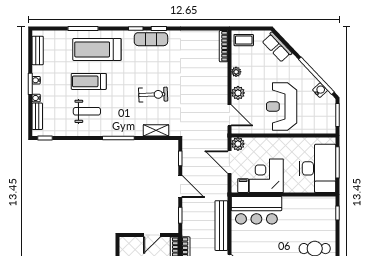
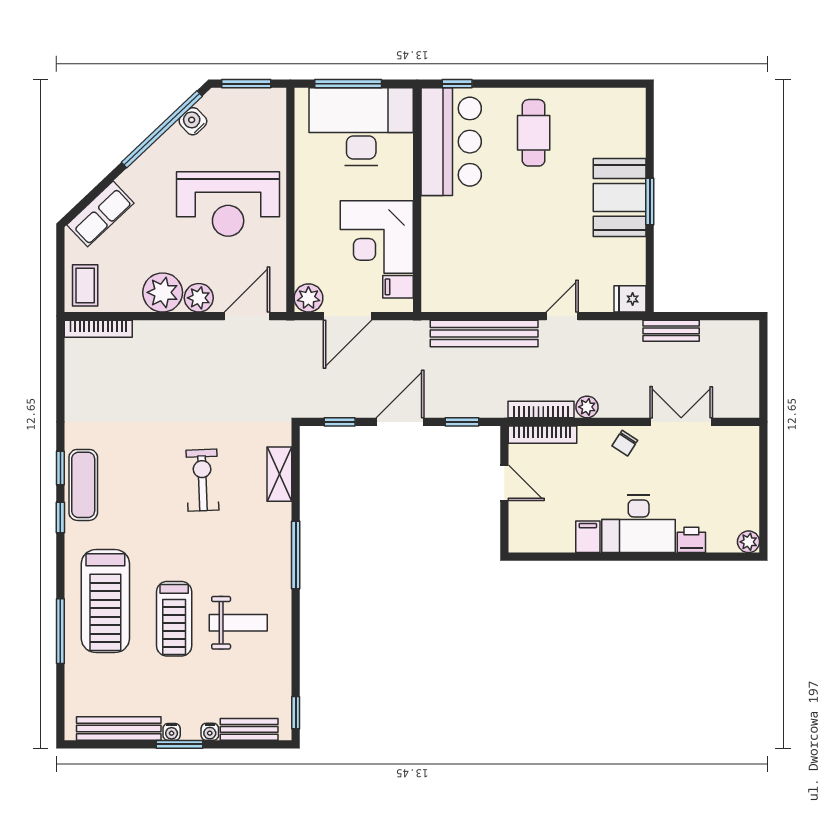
bench: (38, 50) -> (119, 729), width x1.36
plant: (236, 72) -> (163, 292), width x1.87, depth x1.87
weight bench: (87, 111) -> (238, 623), turned 90
bar counter: (256, 210) -> (451, 142), moved

